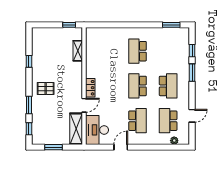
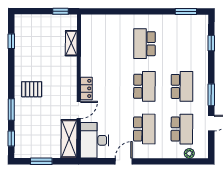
window: (29, 61) -> (11, 41), moved
window: (192, 73) -> (211, 95), moved
school desk: (138, 86) -> (144, 86), turned 180
school desk: (168, 121) -> (182, 129), turned 180

